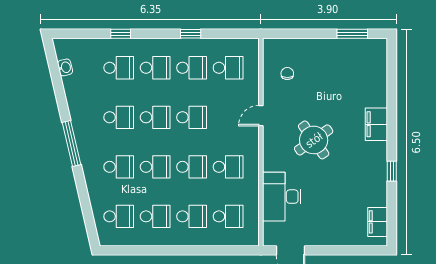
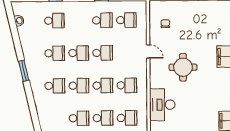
school desk: (155, 68) -> (78, 20), removed
door: (261, 116) -> (148, 51), swing flipped
round table: (314, 140) -> (183, 67), turned 35
window: (72, 144) -> (24, 71), width x0.69
school desk: (119, 216) -> (55, 118), removed

